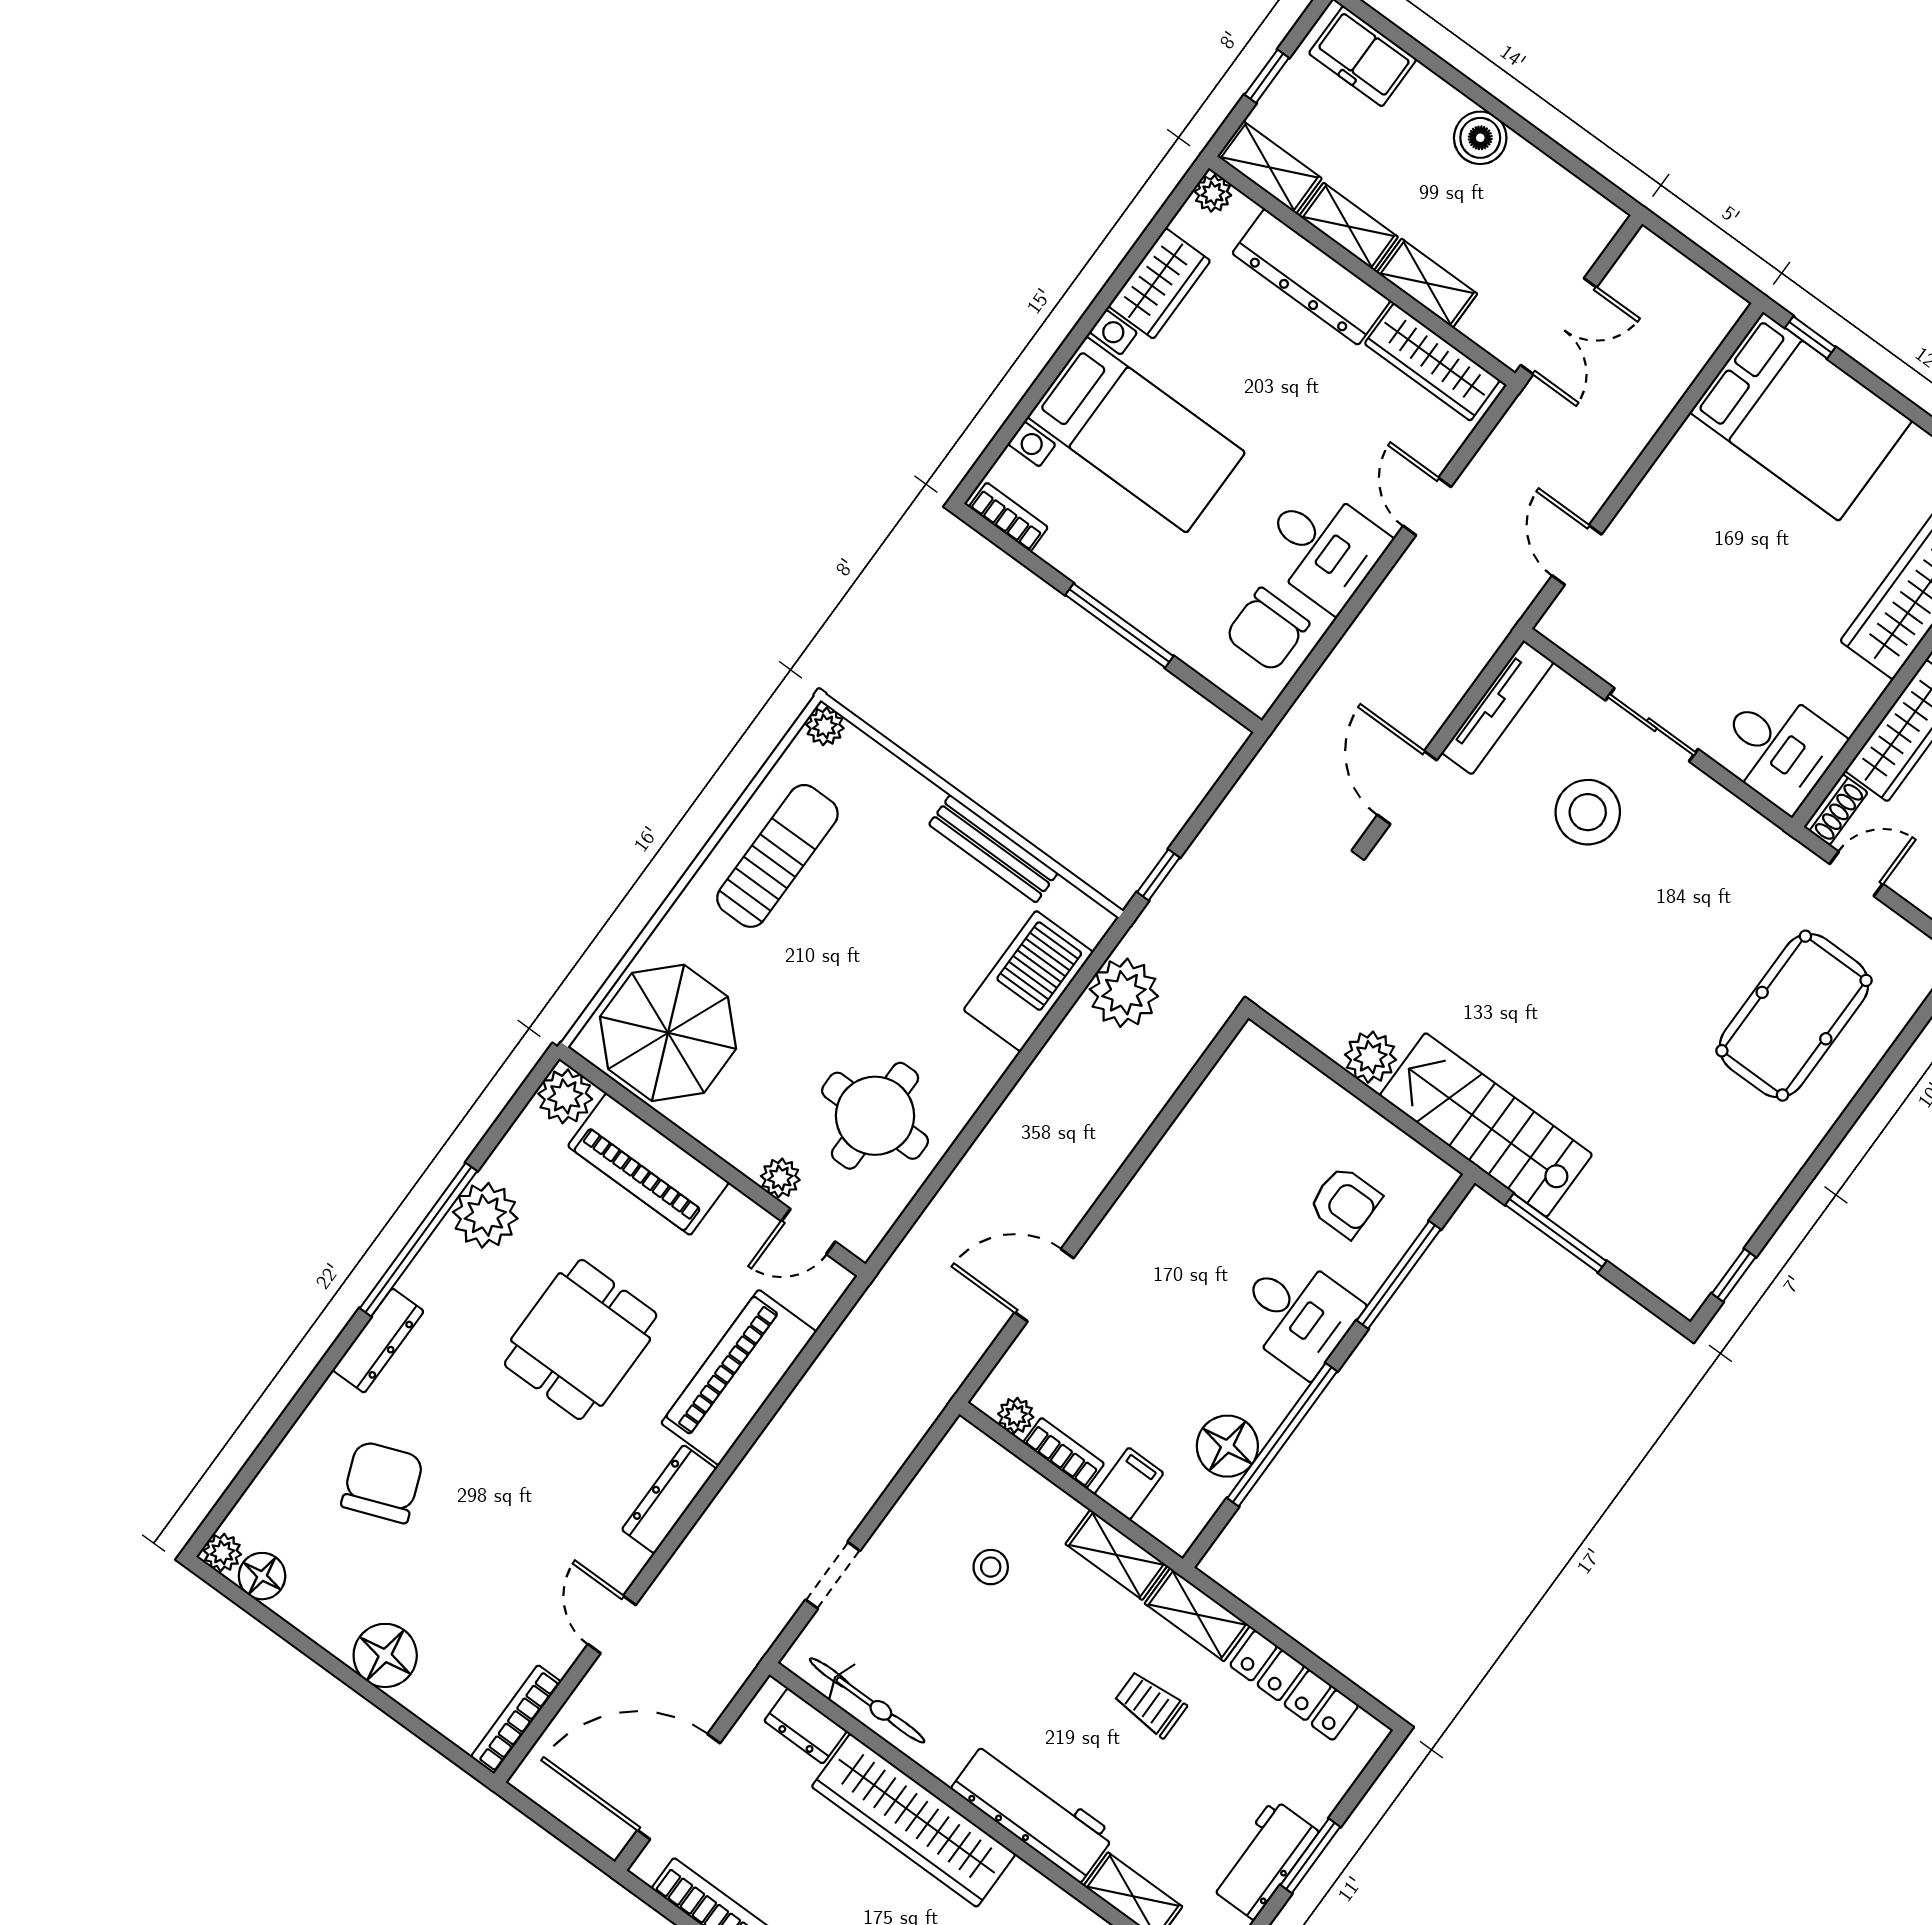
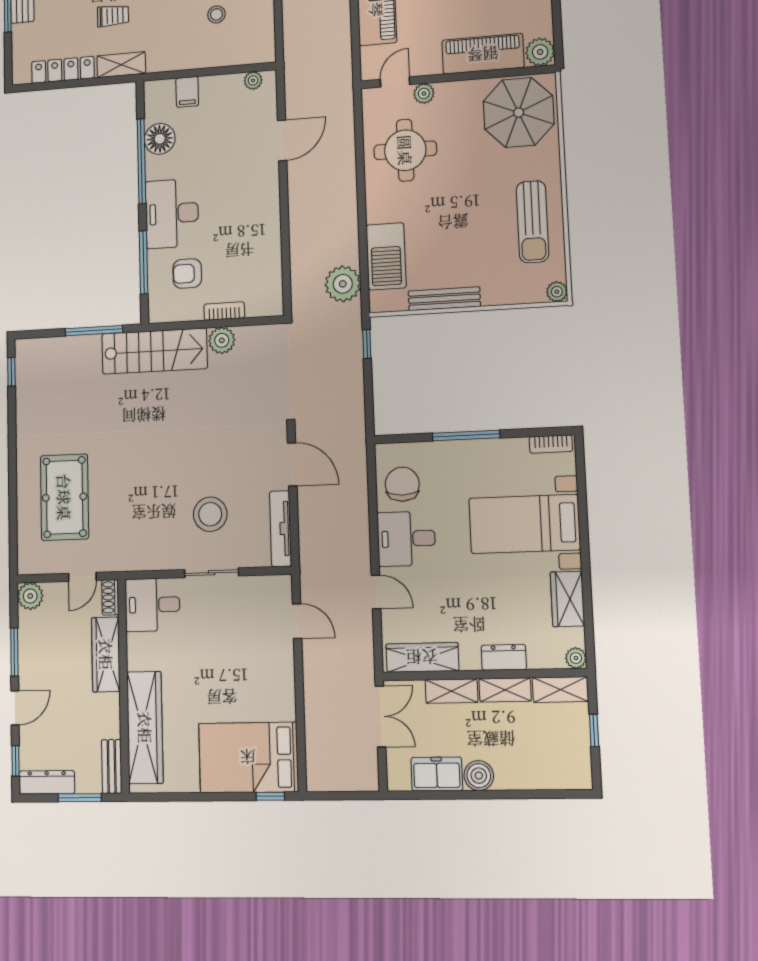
freezer: (1363, 56) -> (437, 774), moved
dresser: (1311, 277) -> (504, 657), width x0.51, depth x0.80
double door: (1559, 326) -> (381, 716), swing flipped
desk: (1297, 1314) -> (172, 213), width x1.37
bookcase: (1064, 1453) -> (224, 311), moved, turned 180
shelving: (1116, 1555) -> (171, 61), removed

